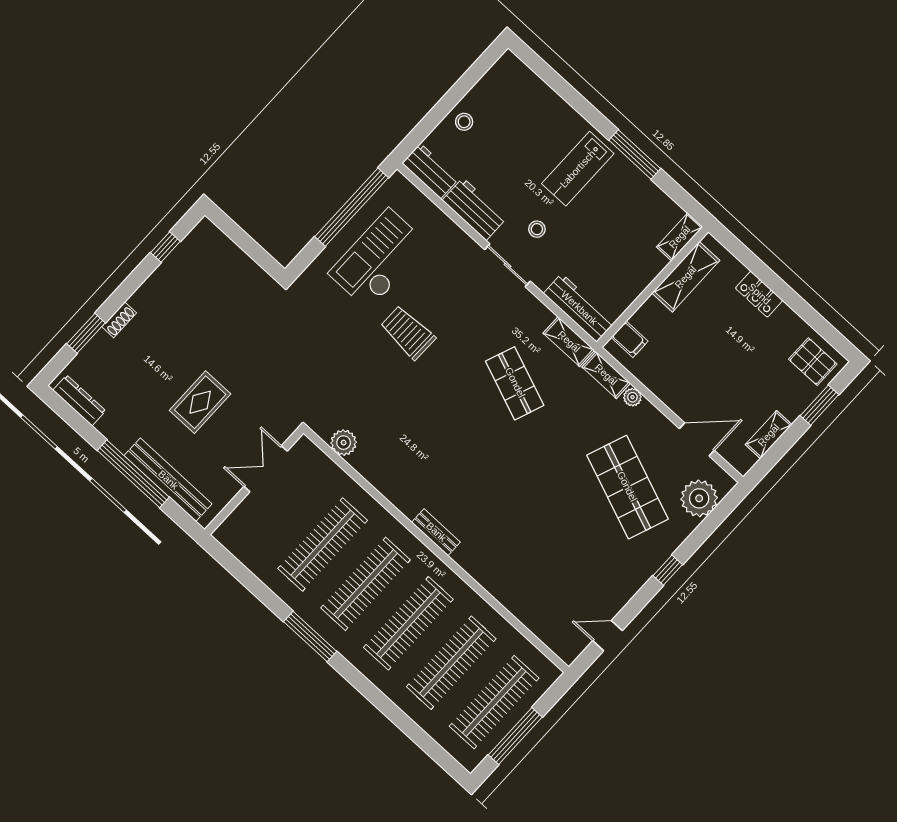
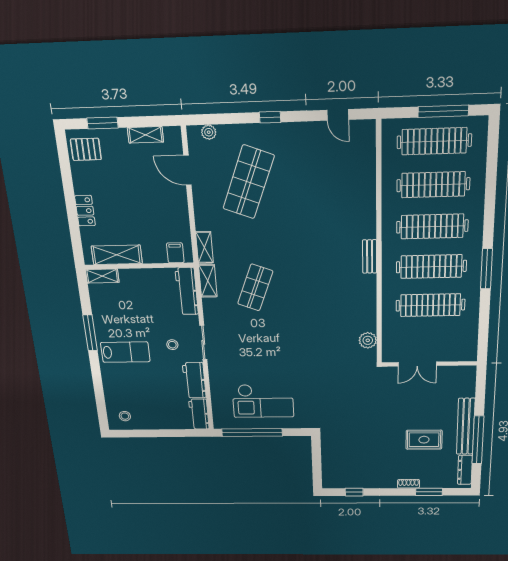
stool: (464, 122) -> (125, 416), moved
trolley: (408, 333) -> (283, 358), removed
pallet: (813, 362) -> (86, 149), turned 90
plant: (632, 397) -> (201, 224), removed
rug: (200, 402) -> (424, 440), moved
window: (133, 474) -> (478, 440), moved
bench: (168, 480) -> (466, 426), moved
plant: (699, 498) -> (209, 132), width x0.53, depth x0.53

